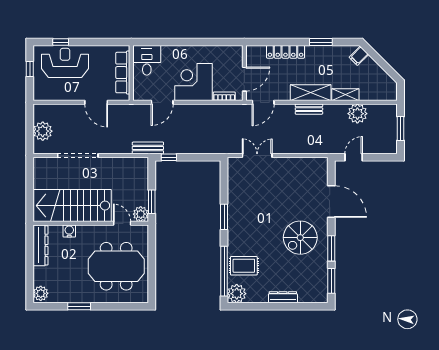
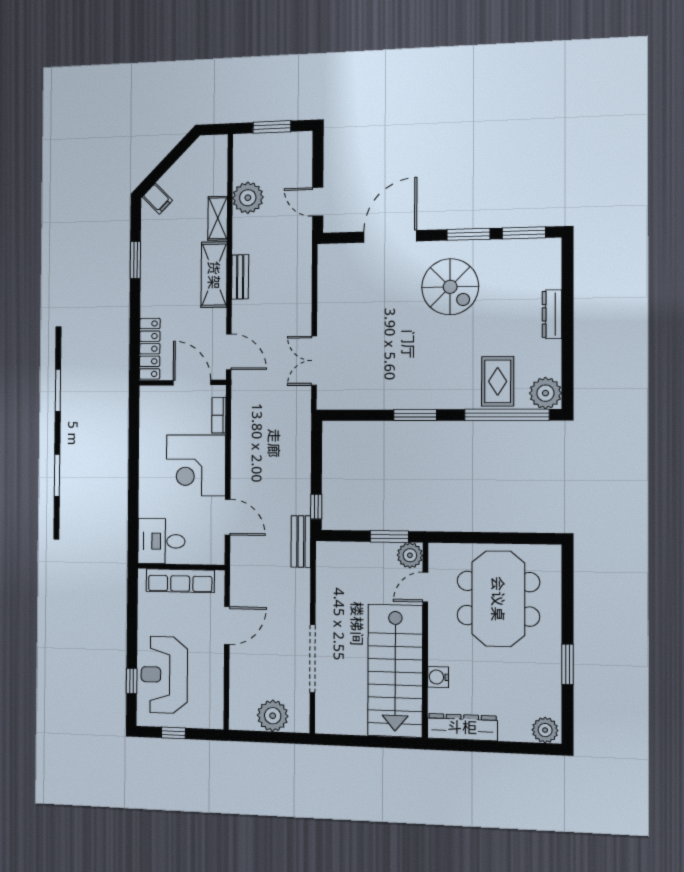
locker: (285, 52) -> (150, 349), moved

